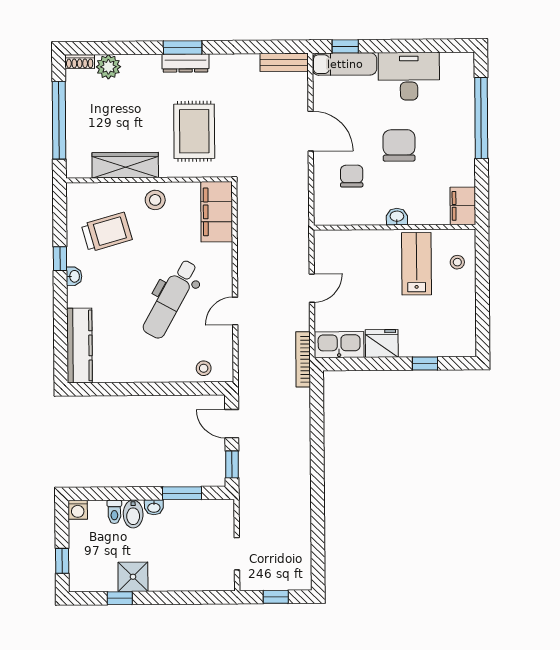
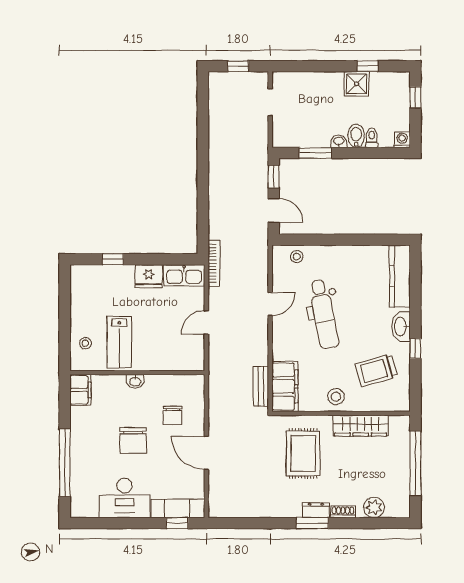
shoe rack: (80, 62) -> (343, 512), moved
bench: (284, 62) -> (261, 386), moved, turned 90
dresser: (186, 63) -> (316, 510), width x0.70
washbasin: (74, 276) -> (401, 327), width x1.91, depth x1.45
dental chair: (171, 299) -> (324, 314), turned 140

